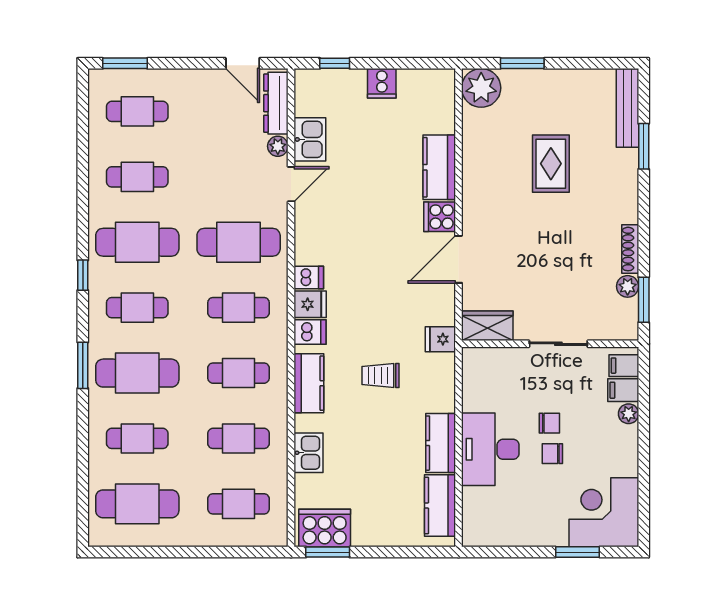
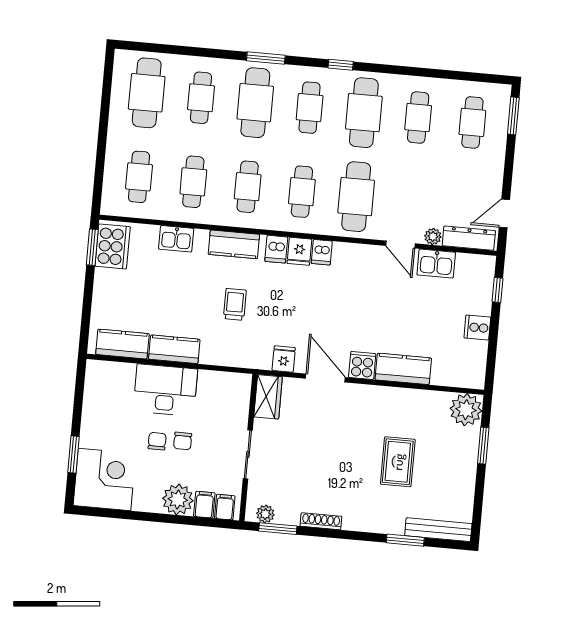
rug: (551, 164) -> (398, 462), turned 90
plant: (628, 286) -> (265, 514), moved
fridge: (440, 339) -> (284, 359), moved
plant: (629, 414) -> (178, 499), width x1.88, depth x1.88

